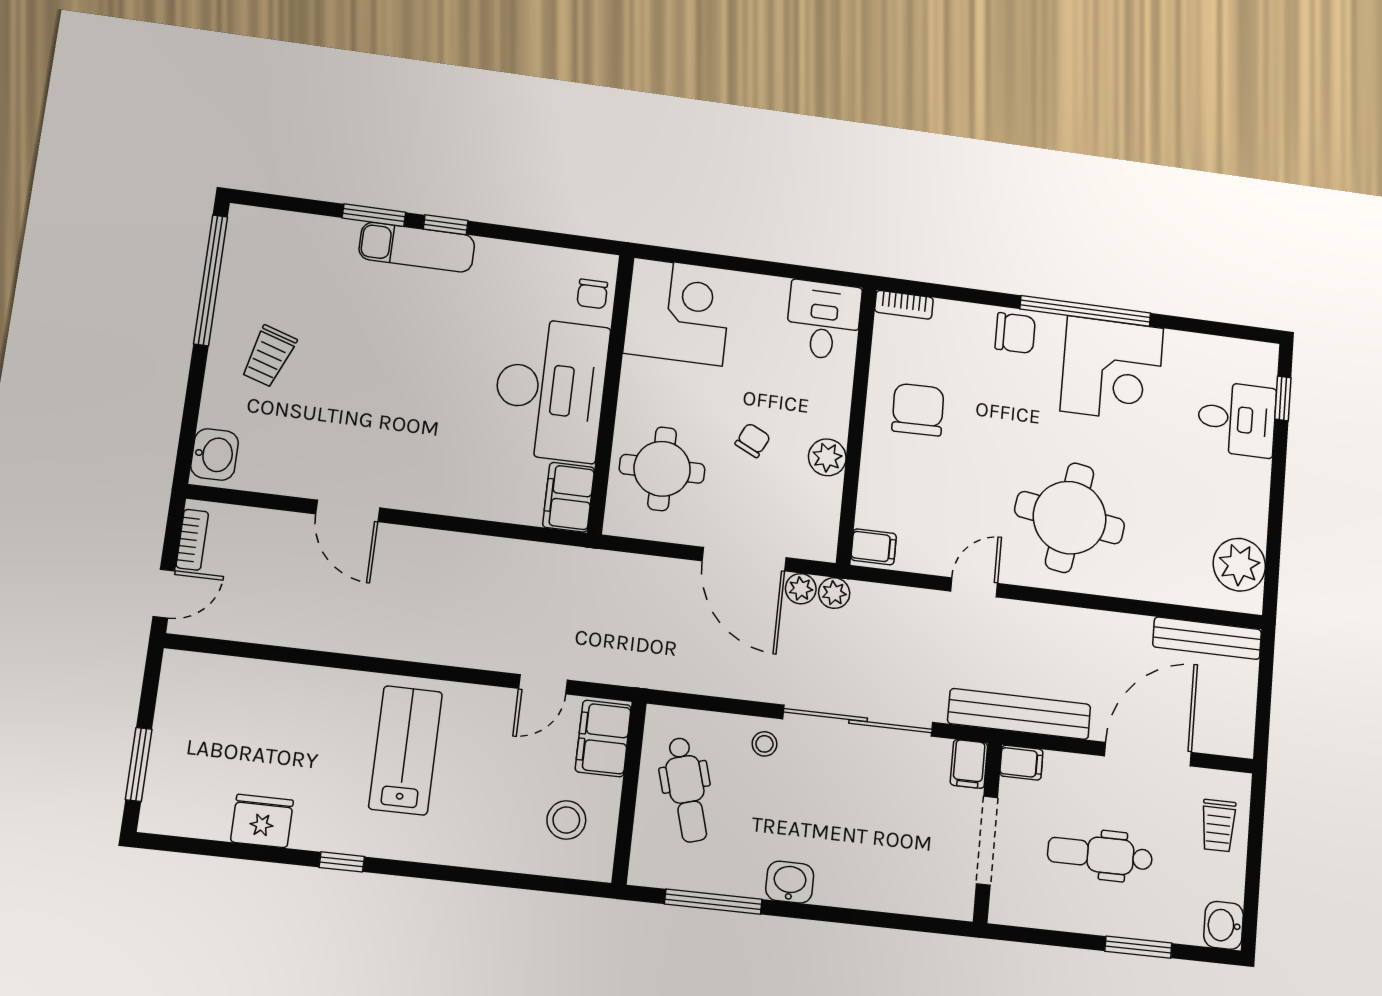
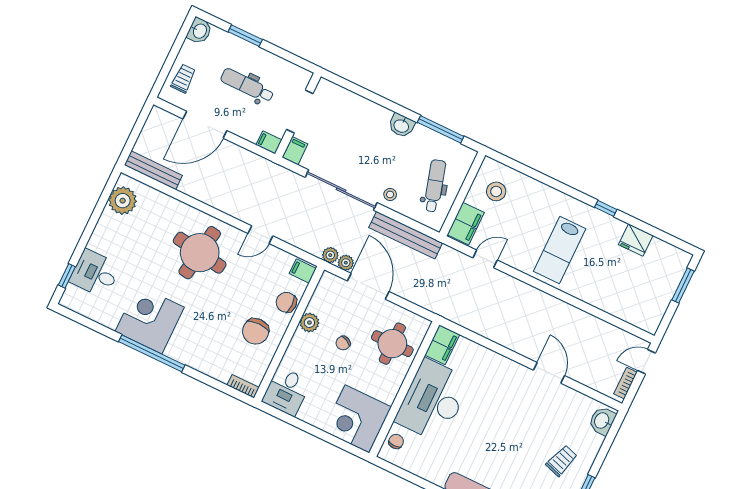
chair: (1015, 333) -> (286, 302), moved
bench: (1019, 714) -> (406, 235), moved
dental chair: (1100, 855) -> (247, 85), turned 180

